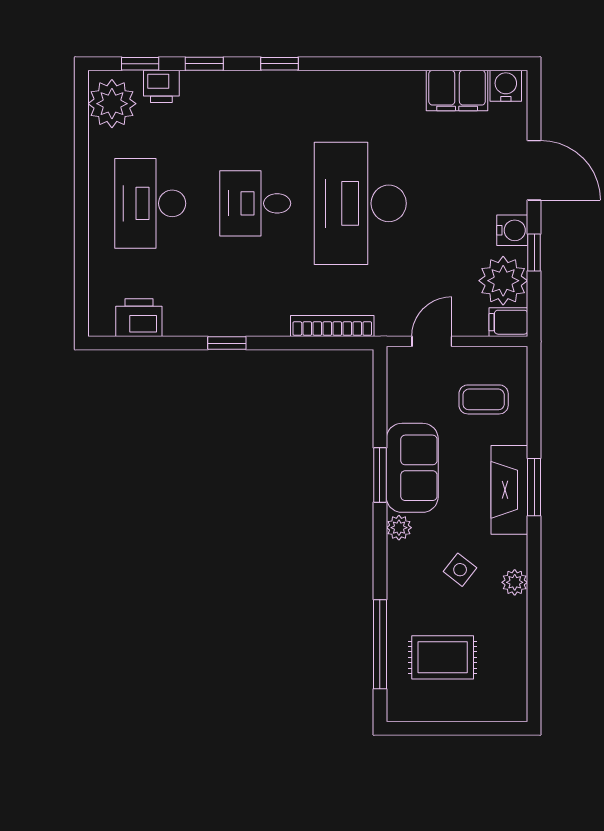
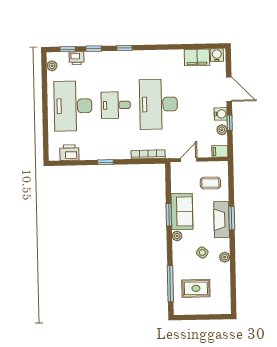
plant: (112, 104) -> (52, 66), width x0.53, depth x0.53
desk: (150, 203) -> (73, 106), width x1.36, depth x1.30
plant: (503, 281) -> (222, 130), width x0.53, depth x0.53

